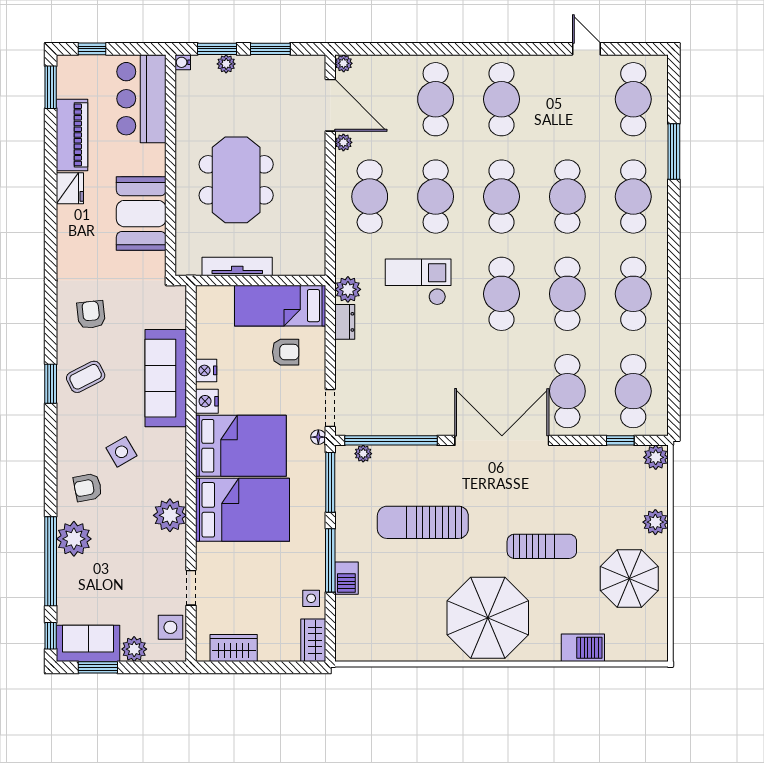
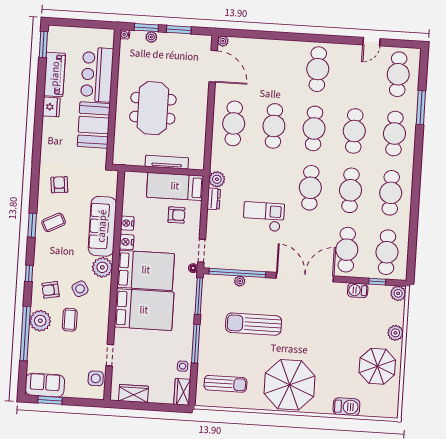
window: (92, 49) -> (70, 23), removed
door: (586, 49) -> (372, 42), swing flipped
bar counter: (141, 99) -> (97, 75), moved
cafe table: (436, 99) -> (278, 67), removed
plant: (343, 142) -> (220, 89), removed
tv unit: (237, 267) -> (167, 162), moved
checkout: (418, 282) -> (264, 217), moved
side table: (122, 452) -> (80, 289), moved
plant: (363, 454) -> (240, 281), moved
plant: (170, 515) -> (102, 267), moved
coffee table: (122, 534) -> (70, 320), added
sun lounger: (542, 546) -> (226, 384), moved
barbecue: (346, 578) -> (358, 290), moved, turned 90
window: (51, 636) -> (29, 273), moved
plant: (134, 649) -> (73, 390), removed

